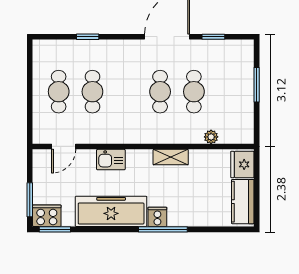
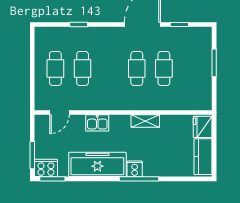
plant: (211, 137) -> (178, 105), removed

